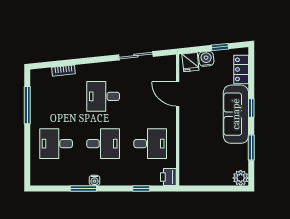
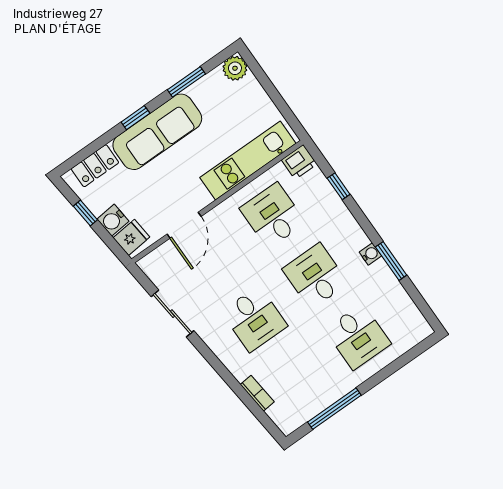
kitchen unit: (188, 151) -> (248, 161), added

